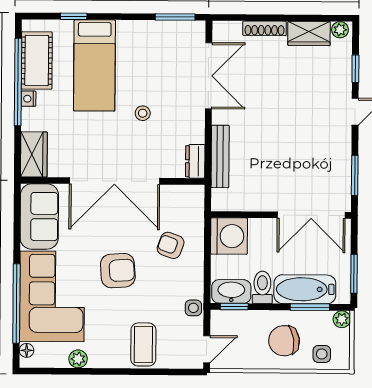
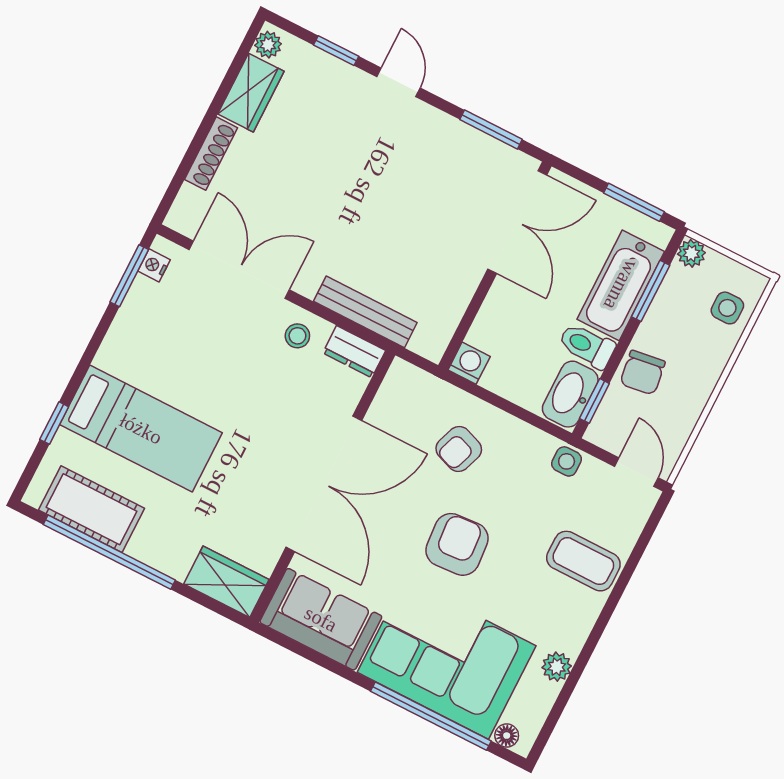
nightstand: (28, 99) -> (154, 265), moved, turned 90
stool: (143, 113) -> (297, 336), moved
washing machine: (229, 236) -> (469, 363), width x0.53, depth x0.53
chair: (284, 341) -> (643, 373), moved, width x0.73, depth x0.73

